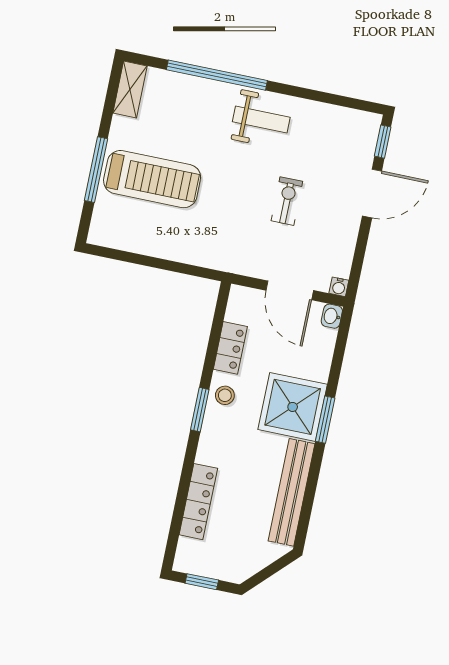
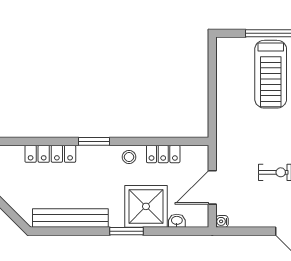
washbasin: (332, 316) -> (177, 221), moved
shower: (293, 407) -> (146, 206), moved
window: (200, 410) -> (94, 141), moved

